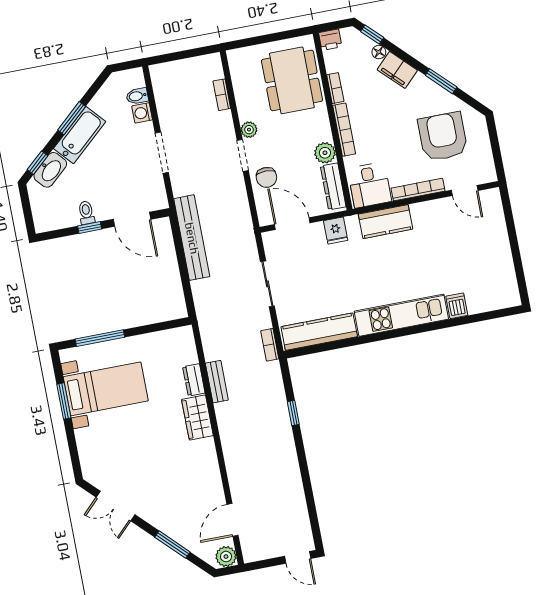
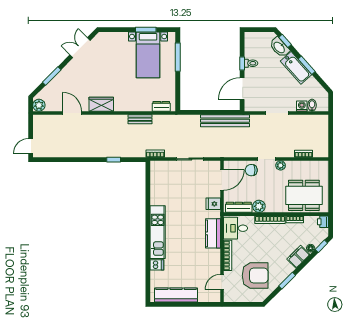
kitchen counter: (319, 332) -> (176, 295), moved, turned -90
dresser: (194, 380) -> (161, 106), moved
wardrobe: (197, 418) -> (101, 104), moved
door: (232, 520) -> (72, 113), moved

